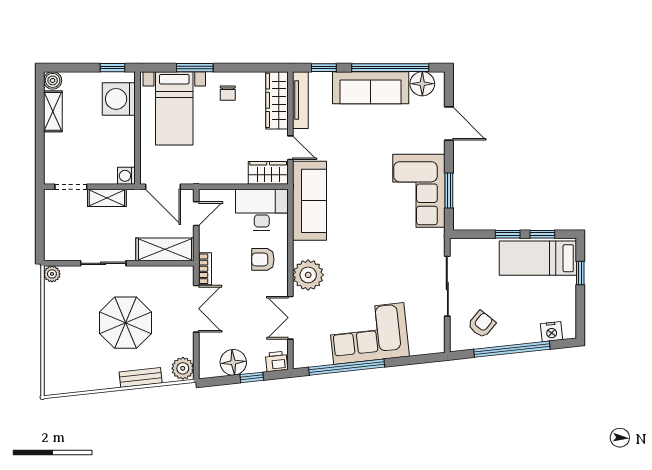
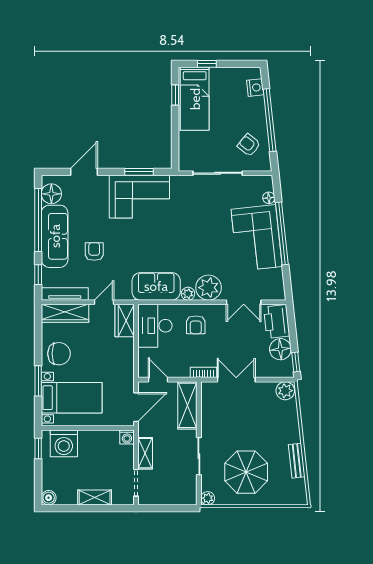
chair: (228, 93) -> (59, 354), width x1.87, depth x1.87
shelving: (53, 111) -> (95, 497), moved
armchair: (352, 136) -> (94, 251), added
sofa: (310, 201) -> (156, 286), width x0.73
window: (508, 234) -> (175, 124), removed
plant: (301, 250) -> (188, 294), added
parasol: (126, 323) -> (246, 472), moved
floor lamp: (417, 348) -> (269, 198), added
printer: (276, 361) -> (277, 321), width x1.87, depth x1.48
window: (347, 367) -> (282, 234), moved
window: (252, 377) -> (296, 362), moved
bench: (141, 378) -> (297, 461), moved

